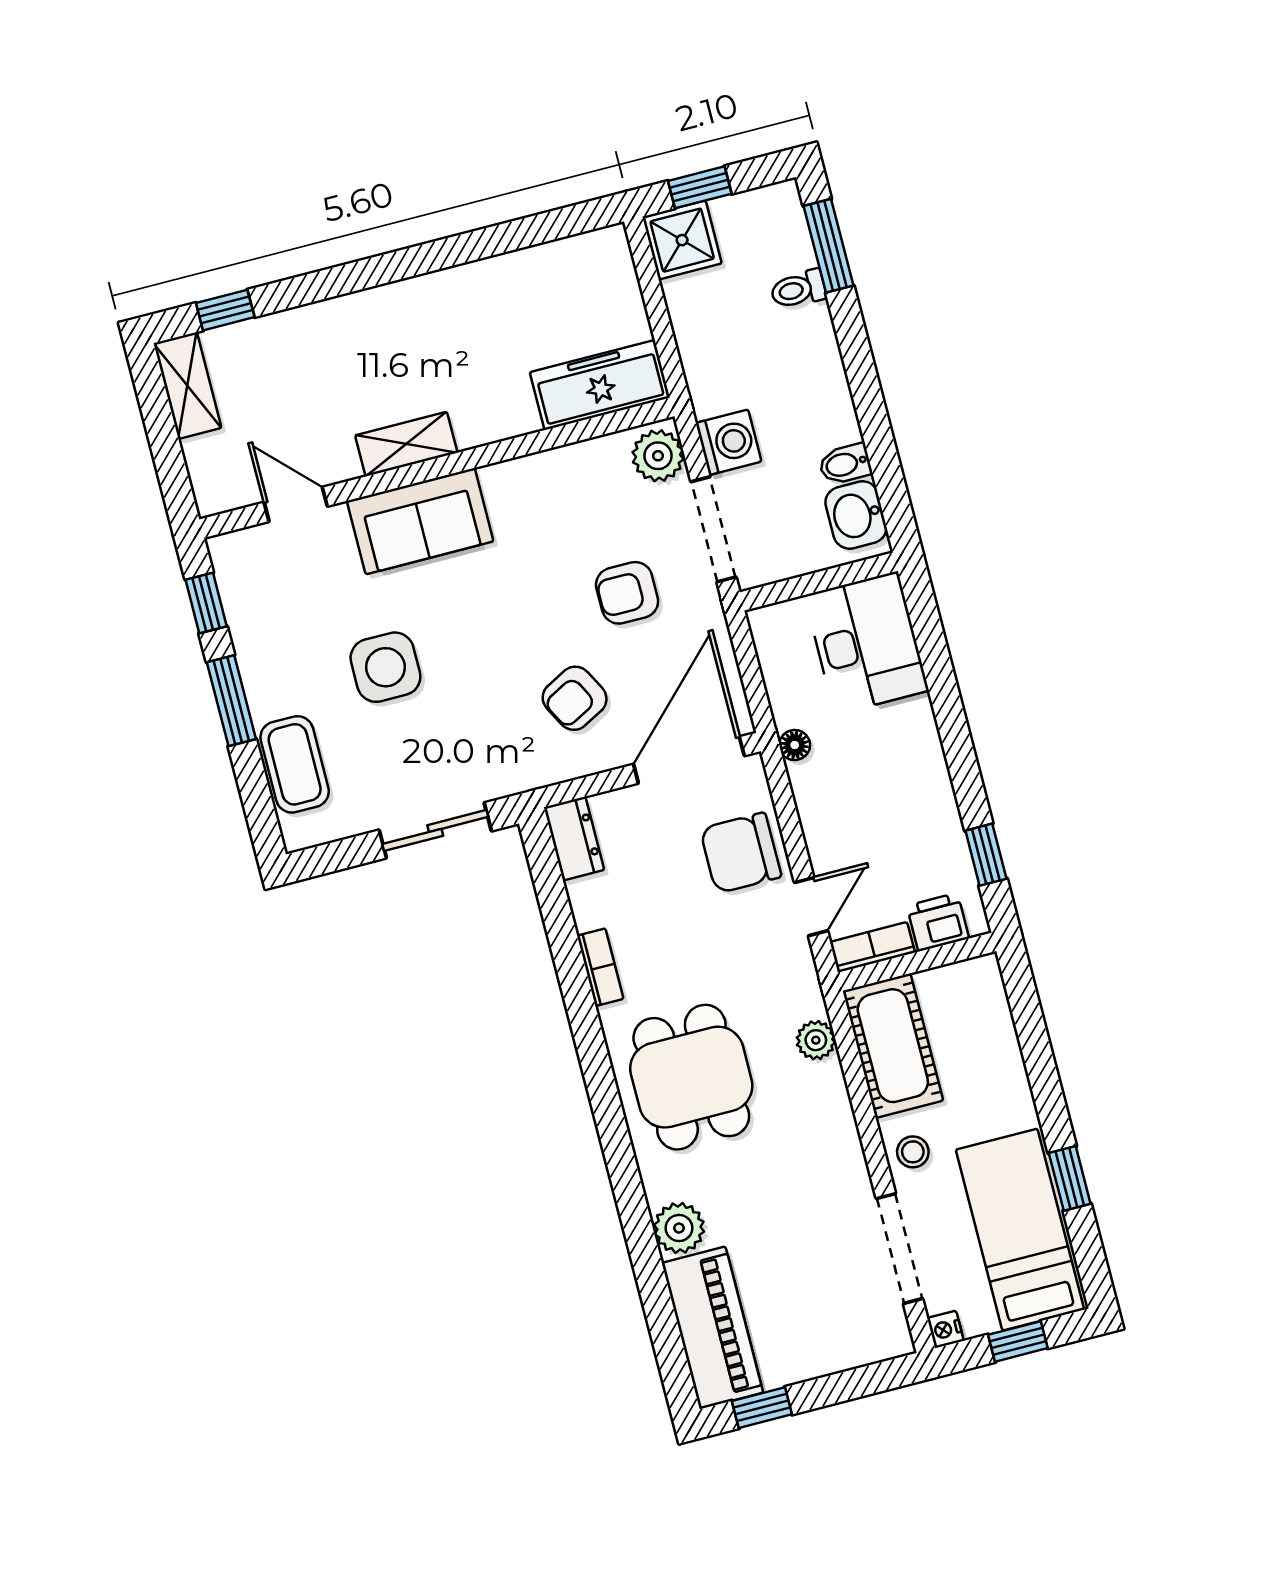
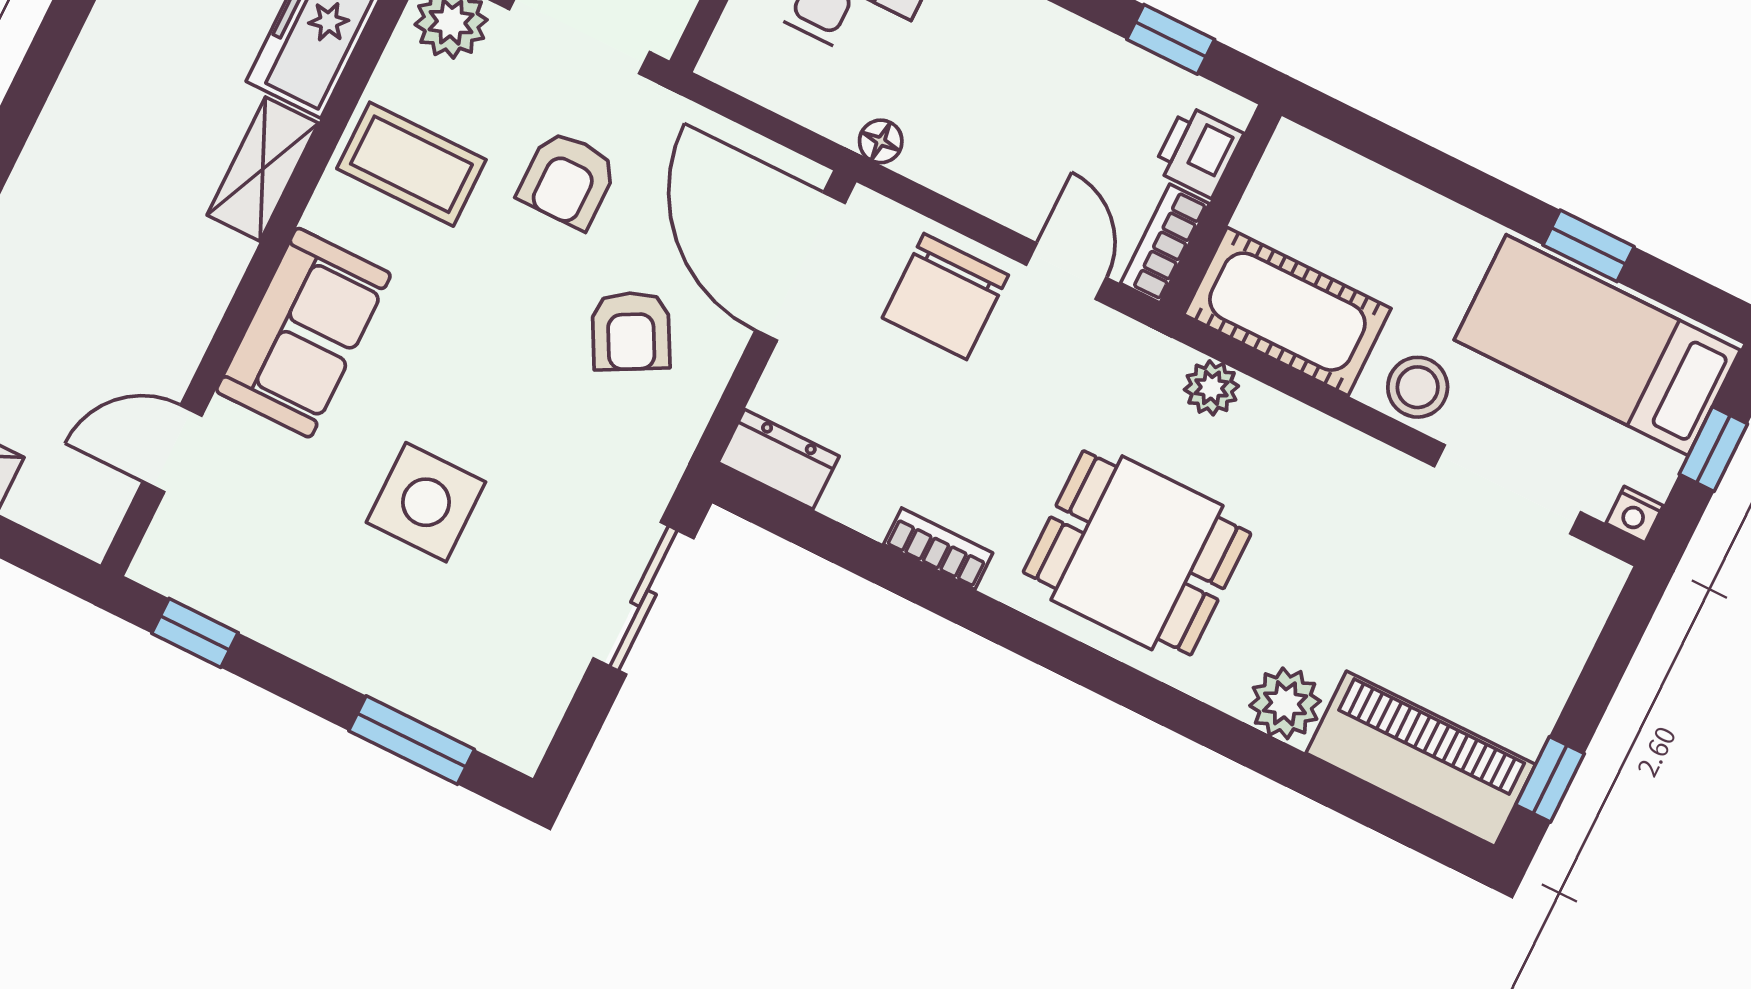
shelving: (406, 444) -> (263, 169), moved
window: (231, 701) -> (412, 740), moved
coffee table: (295, 764) -> (411, 164), moved
stool: (913, 1152) -> (1418, 387), width x1.37, depth x1.37

